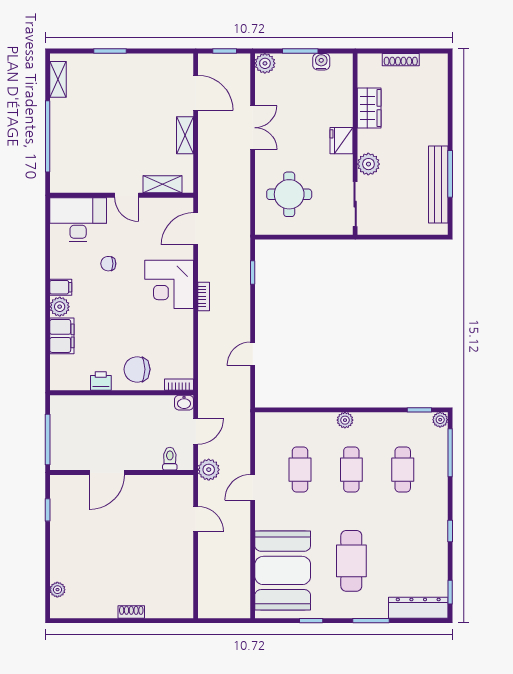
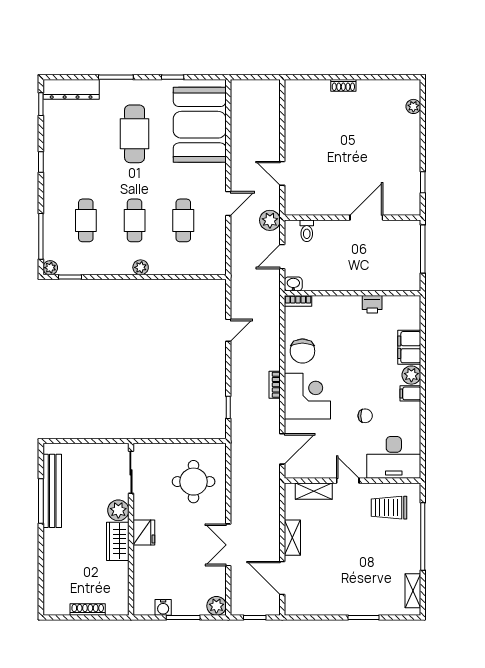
wardrobe: (369, 108) -> (118, 541), moved
trolley: (83, 167) -> (389, 508), added
chair: (137, 369) -> (302, 351), moved, turned 90

